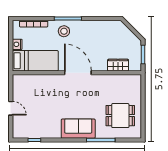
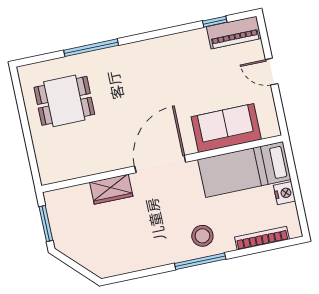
wardrobe: (118, 65) -> (111, 189), moved
door: (78, 73) -> (160, 164), swing flipped
sofa: (78, 129) -> (226, 128), moved, turned 180
piano: (26, 132) -> (234, 33), added

